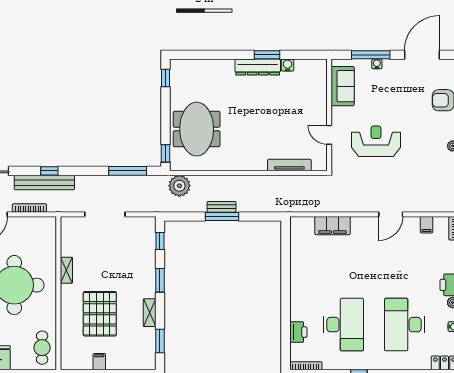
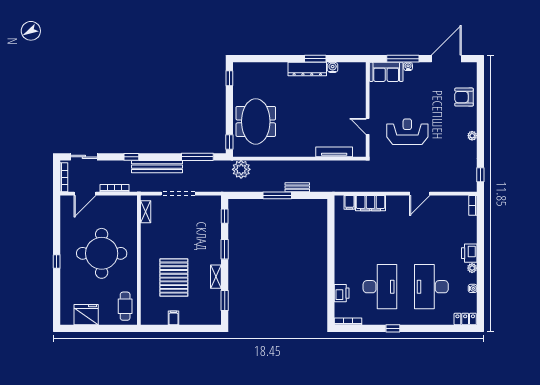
sofa: (343, 86) -> (386, 72), moved, turned 90
bench: (44, 182) -> (157, 167), moved
bench: (222, 207) -> (297, 187), moved
filing cabinet: (426, 225) -> (349, 202), moved
shelving: (66, 270) -> (146, 212), moved

